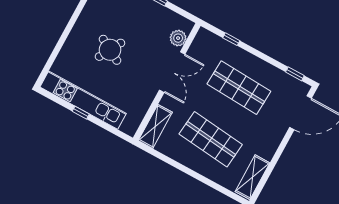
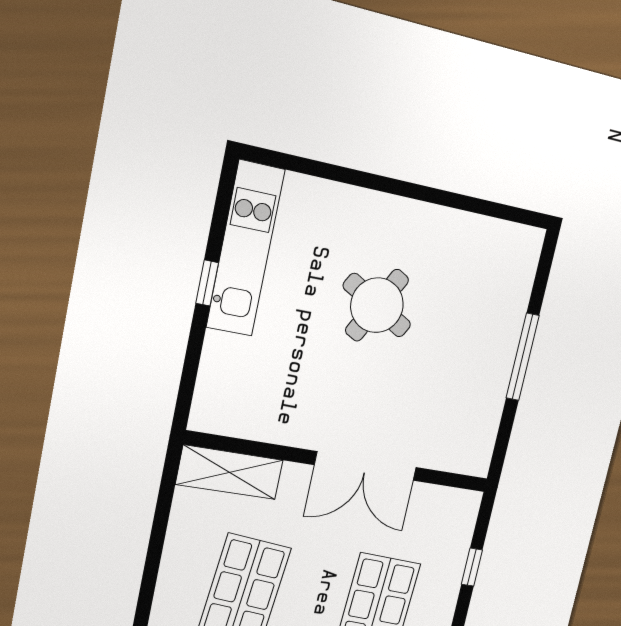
plant: (178, 38) -> (444, 452), removed
kitchen unit: (83, 100) -> (245, 249), width x0.73

